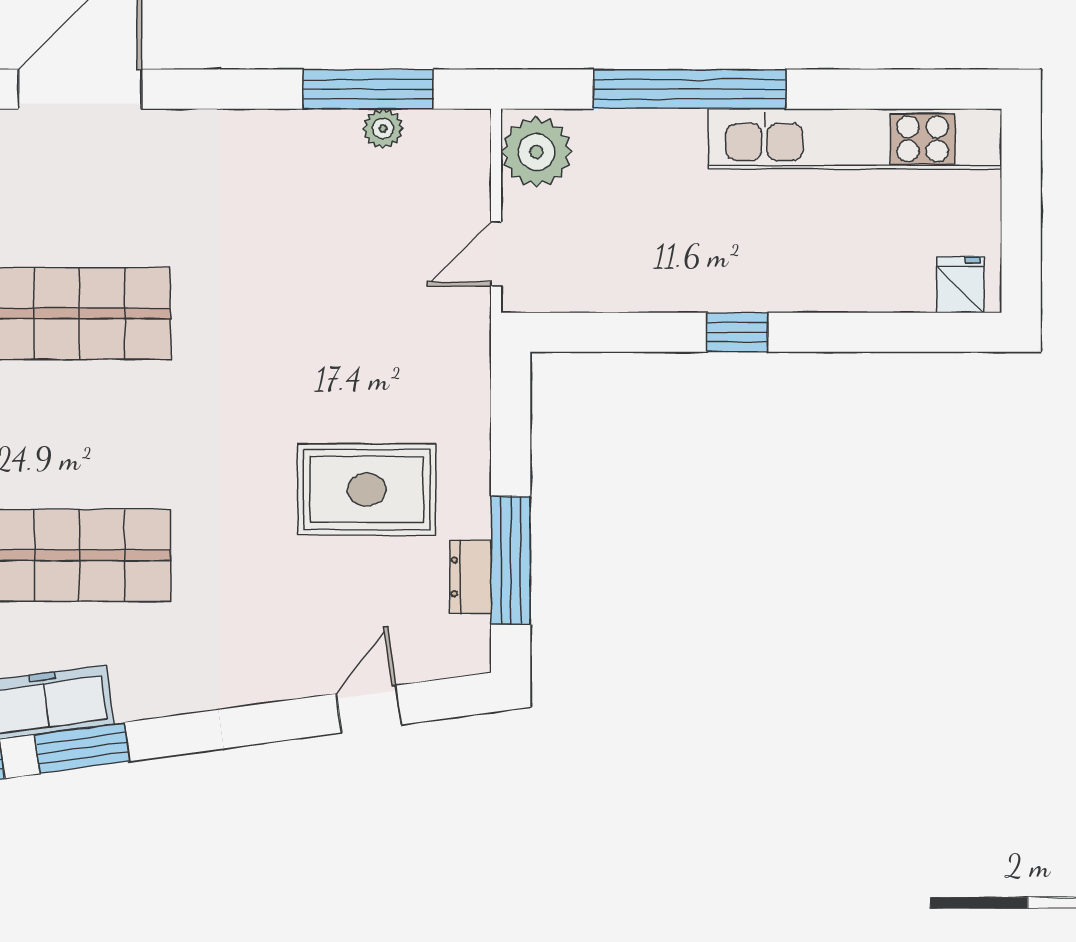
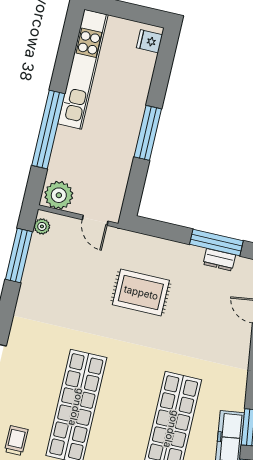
plant: (383, 128) -> (42, 226), moved
window: (737, 332) -> (148, 133), width x2.17
rug: (367, 489) -> (141, 293), moved, turned 90

